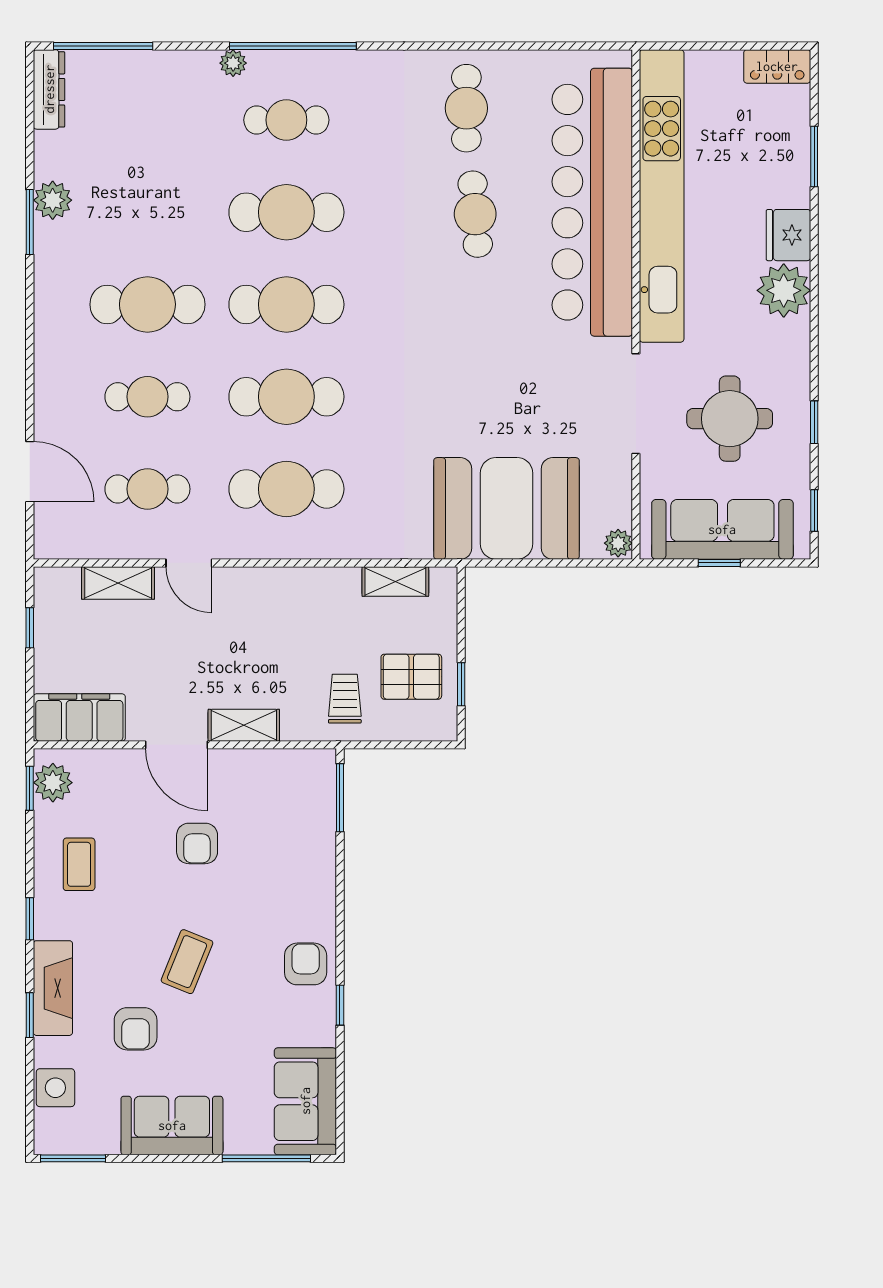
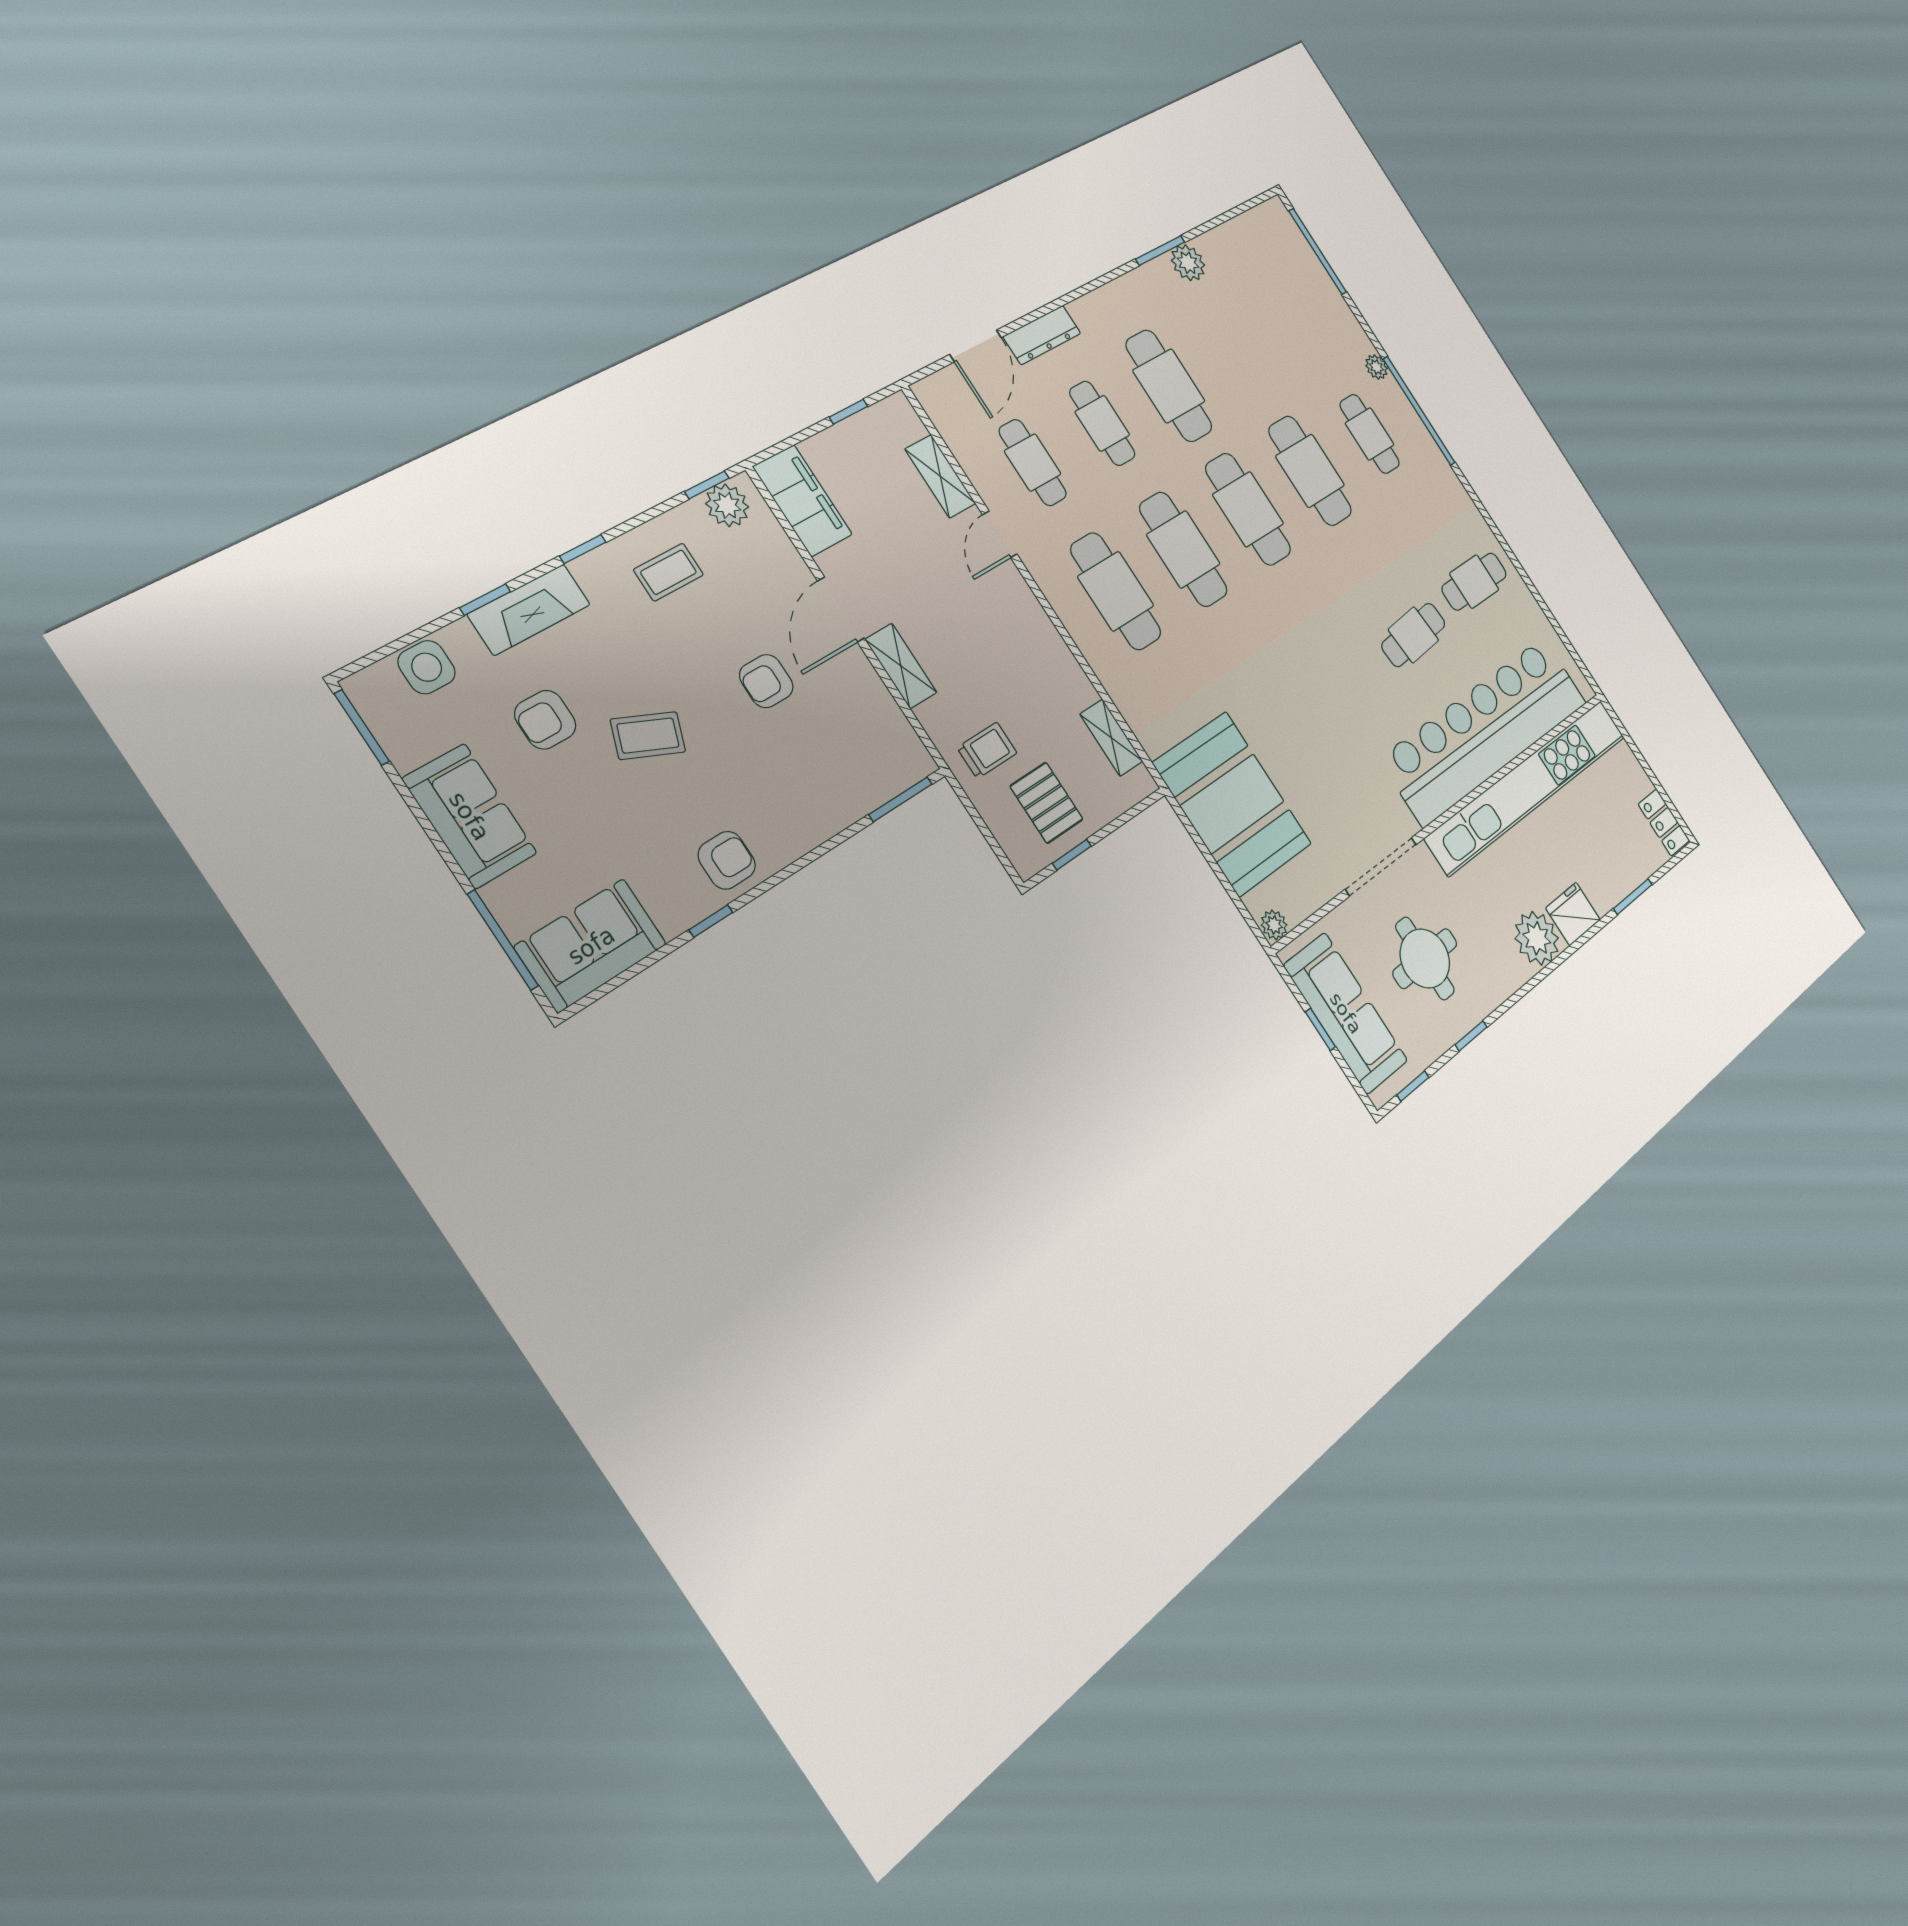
dresser: (49, 89) -> (1042, 335), moved

